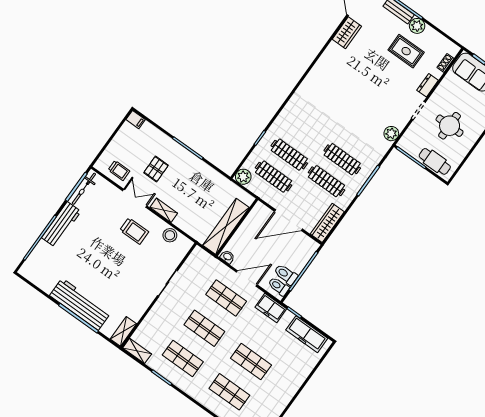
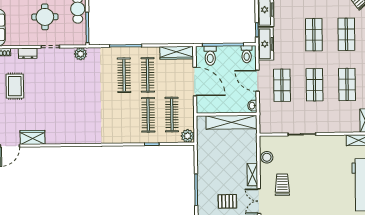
toilet: (286, 274) -> (210, 56), moved
freezer: (271, 308) -> (266, 44), width x1.40

